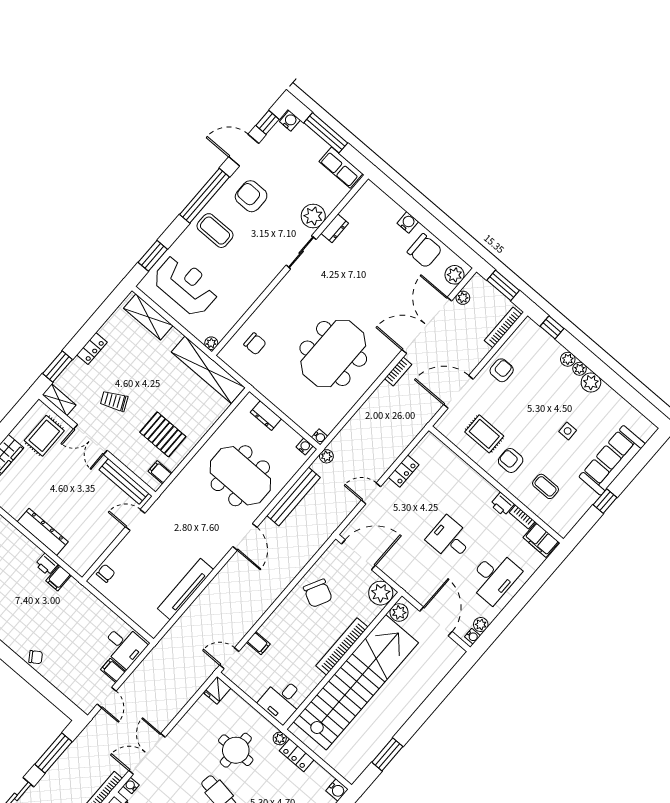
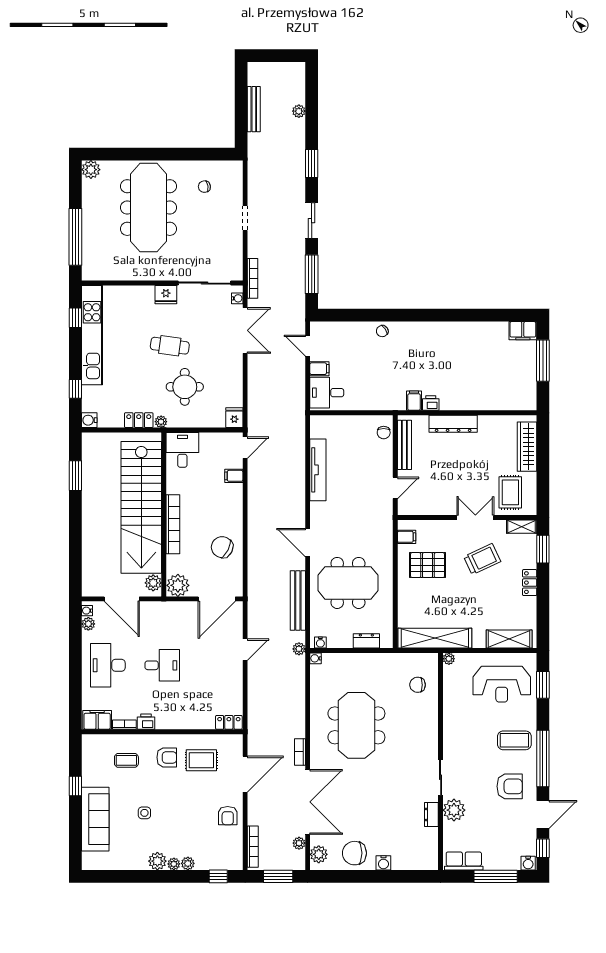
trolley: (114, 401) -> (482, 559), width x1.36, depth x1.39
locker: (404, 471) -> (229, 722), moved, turned 90
bench: (124, 481) -> (404, 445), moved, turned 90

